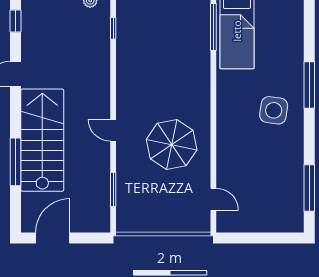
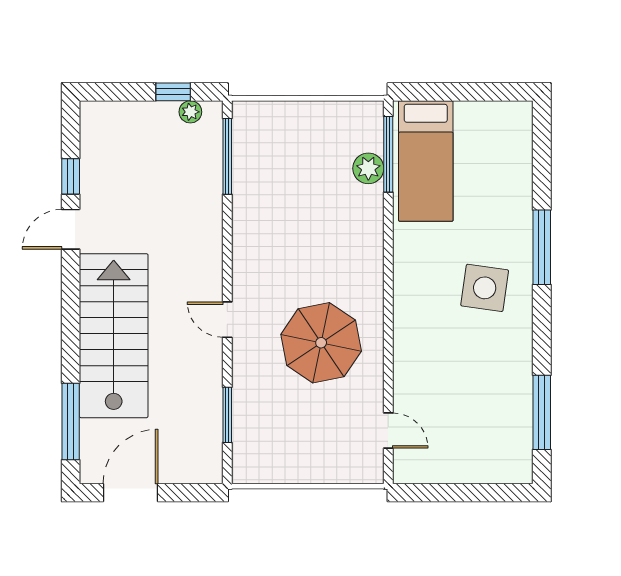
window: (16, 21) -> (71, 176), moved
window: (113, 28) -> (227, 156), width x2.17
plant: (201, 36) -> (368, 168), added
window: (16, 162) -> (71, 421), moved

